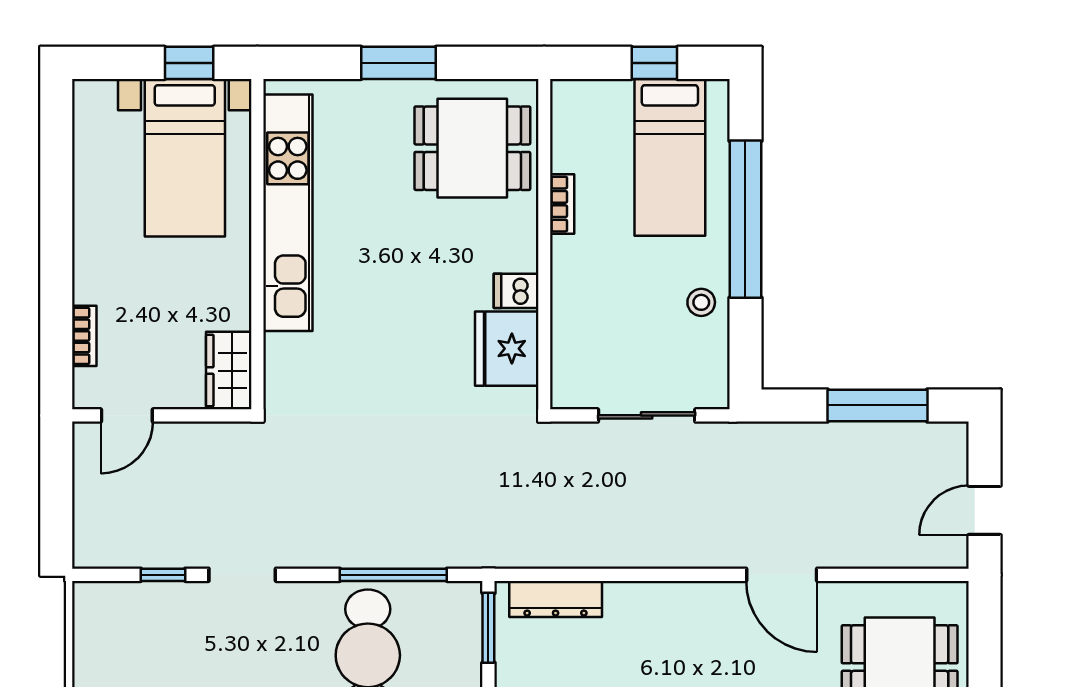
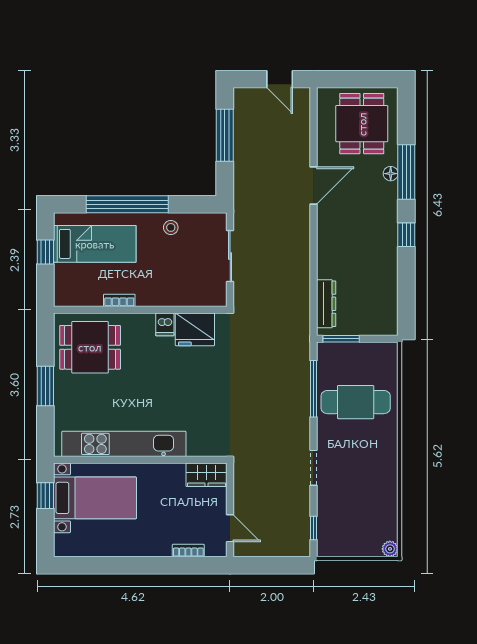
dining table: (472, 148) -> (90, 347), turned 90
window: (163, 575) -> (313, 528), moved

